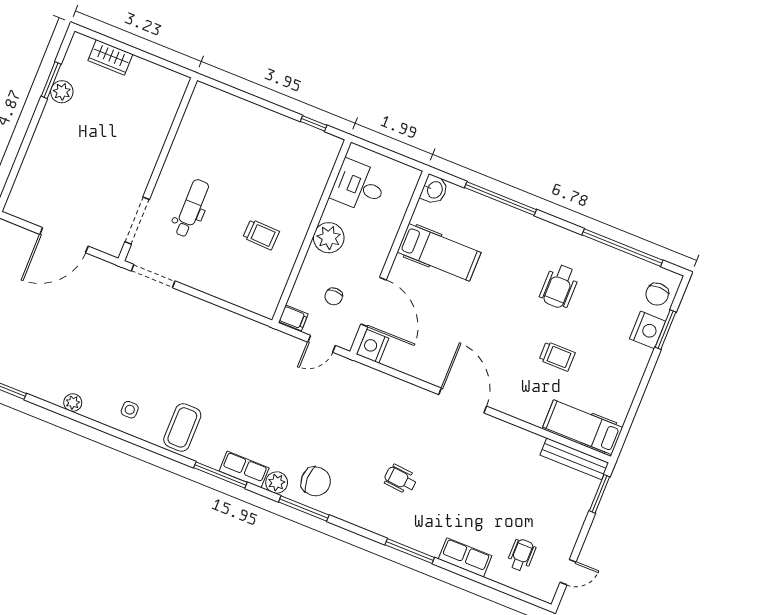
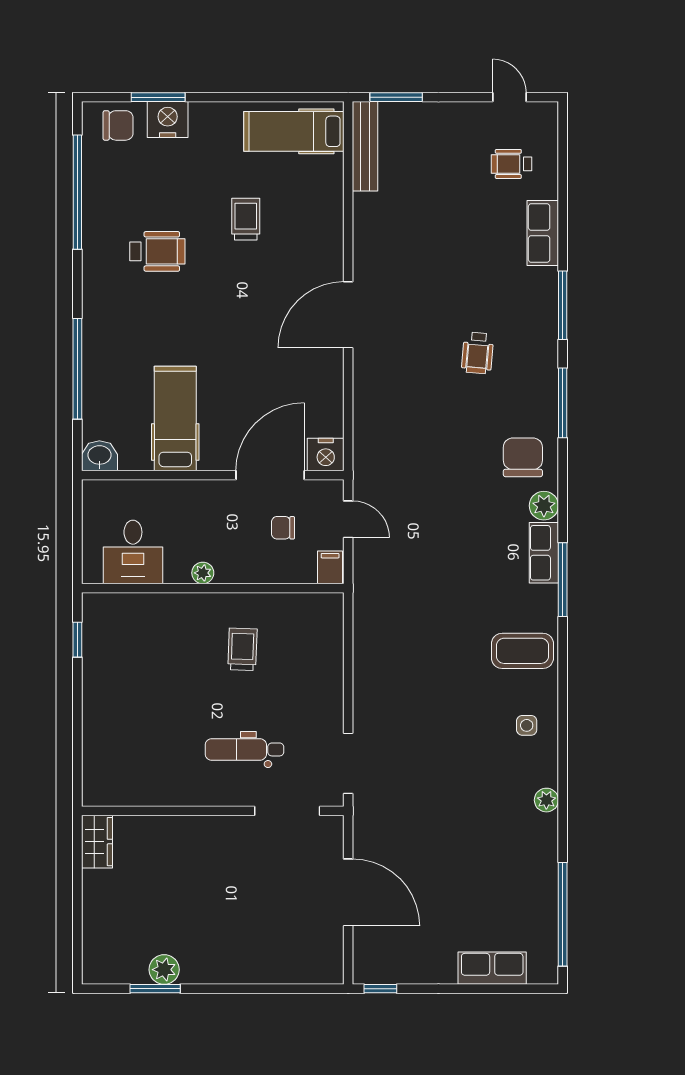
wardrobe: (110, 57) -> (97, 842), moved
plant: (329, 238) -> (203, 573), width x0.53, depth x0.53
chair: (334, 296) -> (283, 528), turned 180
hospital bed: (583, 427) -> (294, 131), moved, turned 90
window: (304, 509) -> (563, 403), moved

